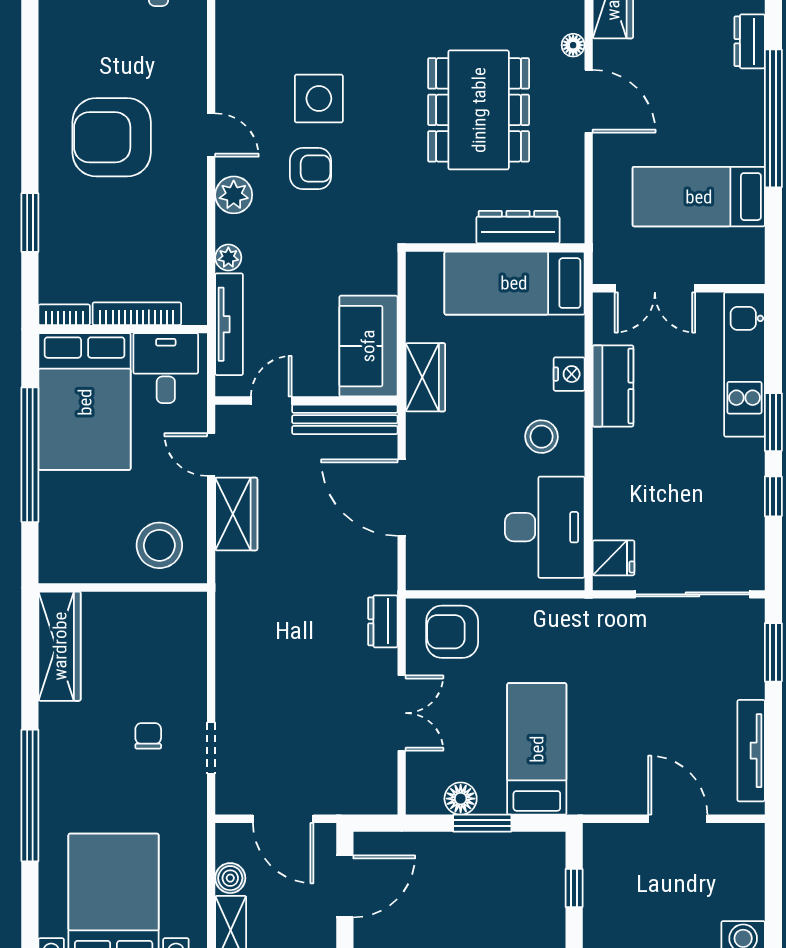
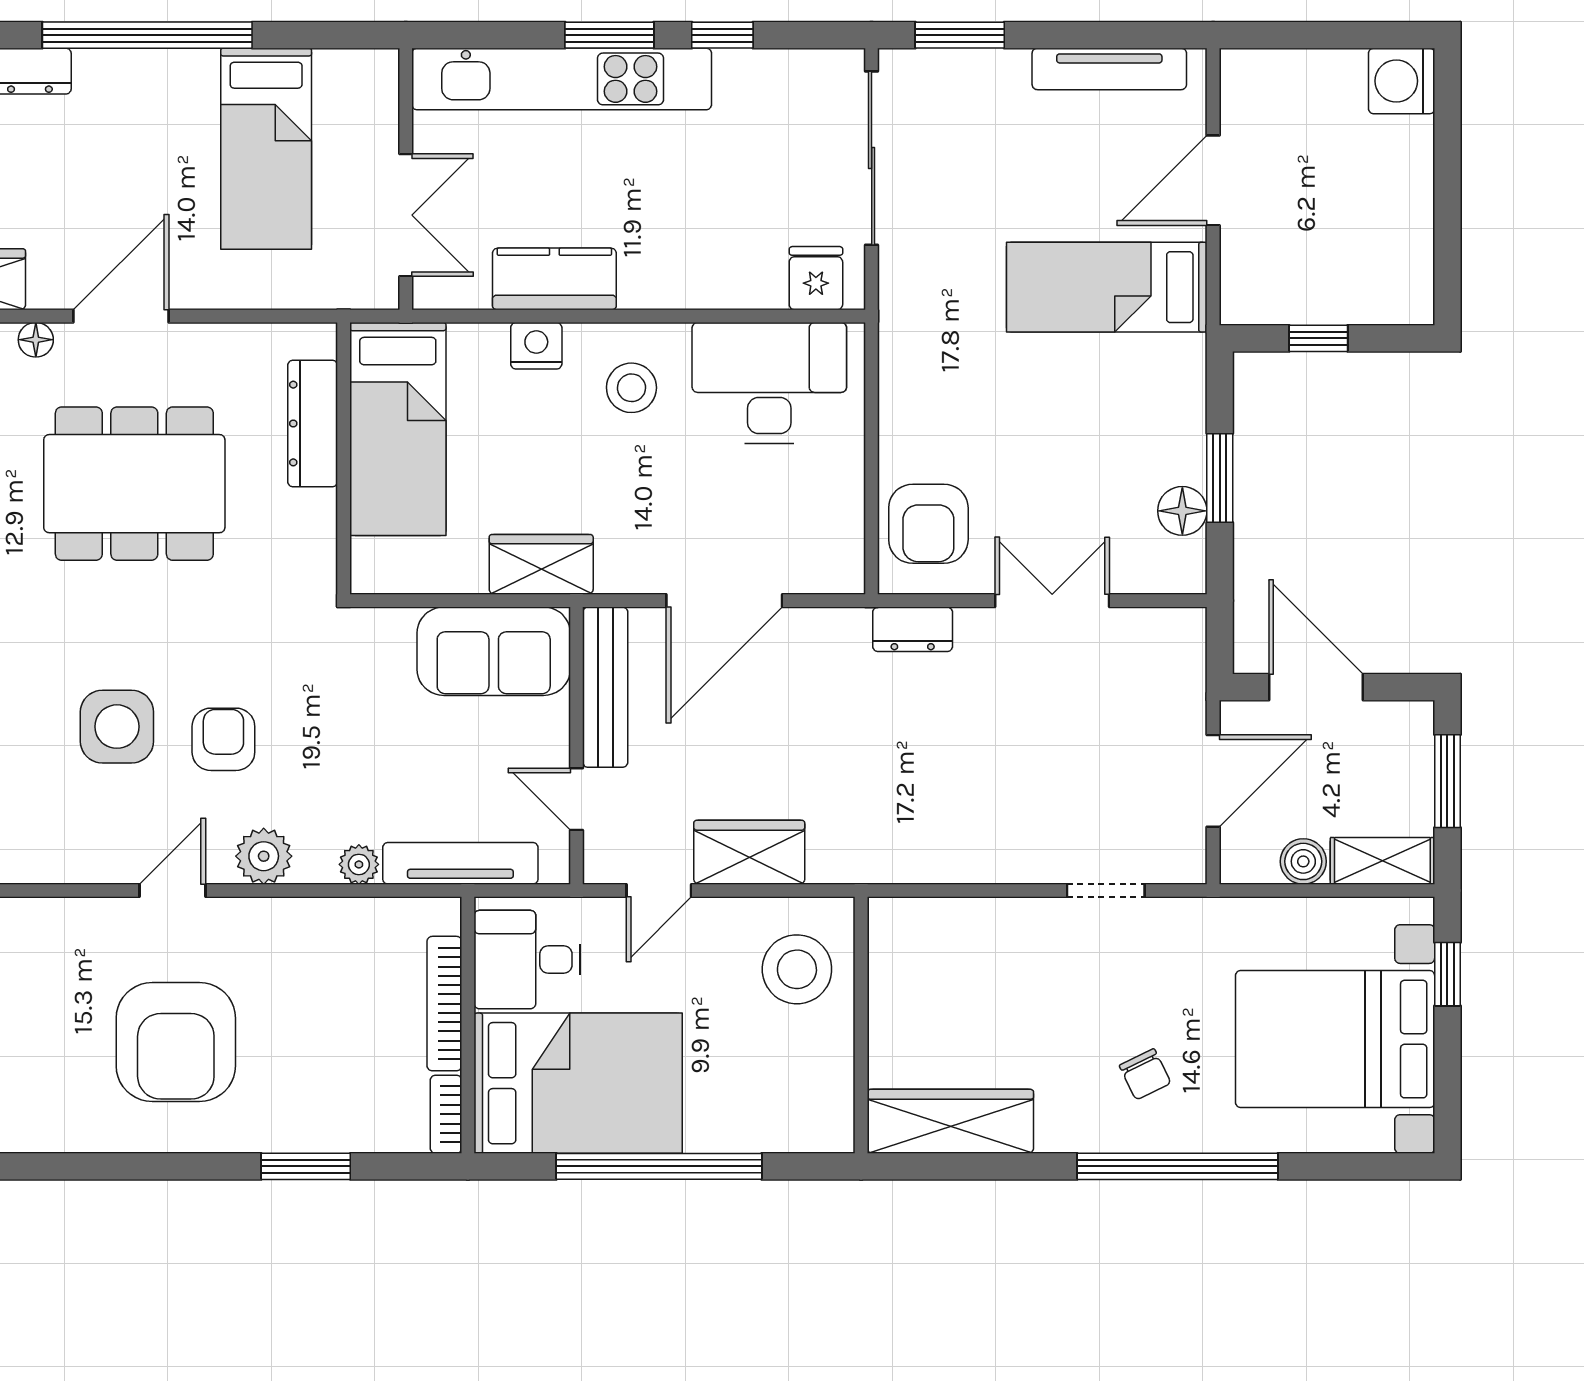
kitchen unit: (744, 364) -> (562, 79), width x1.36
chair: (148, 736) -> (1145, 1074), moved, turned -116
bed: (537, 749) -> (1107, 287), moved

